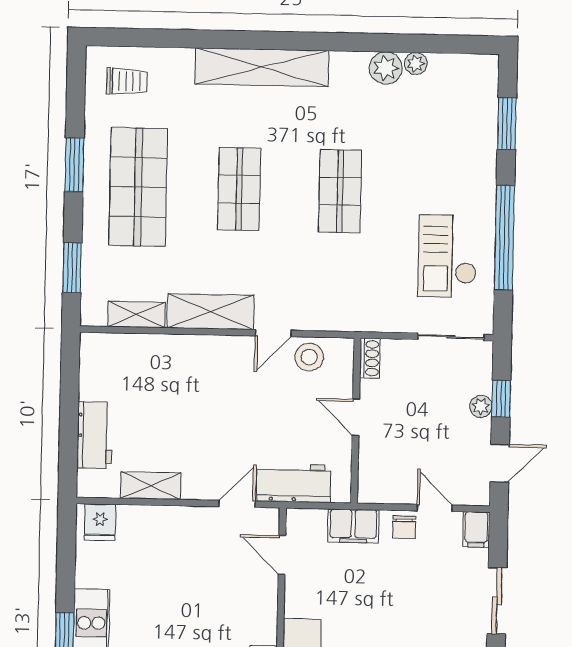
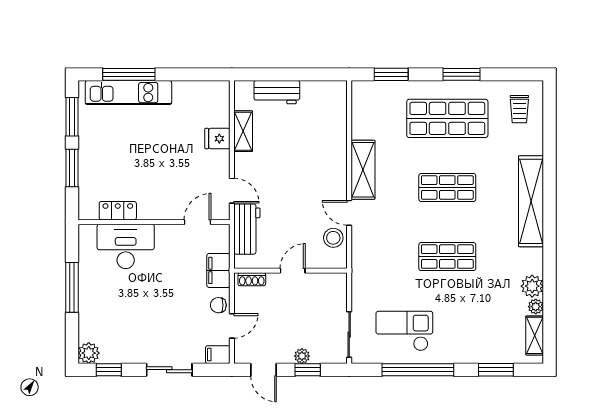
shelving: (136, 314) -> (535, 335), moved
shoe rack: (370, 358) -> (252, 279), moved
fridge: (100, 522) -> (217, 139), moved

